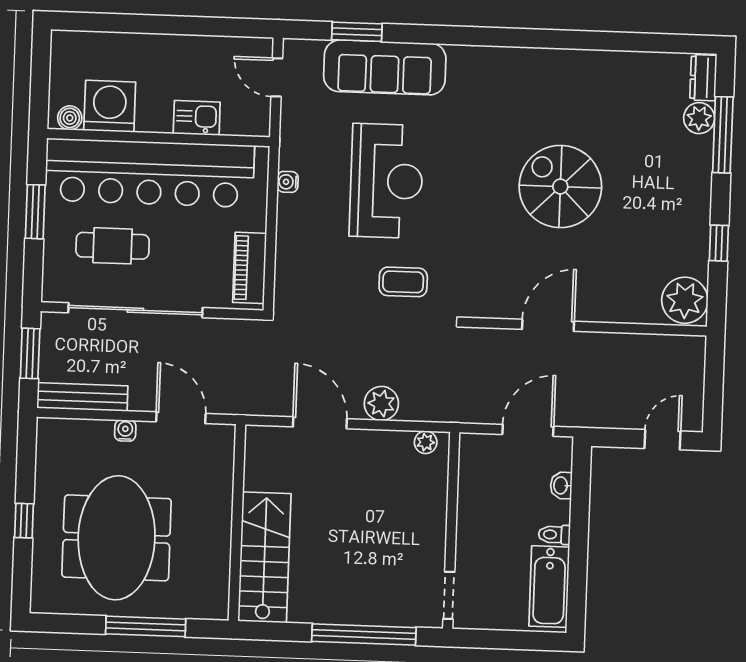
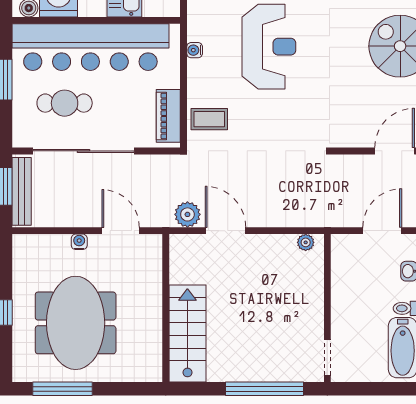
coffee table: (403, 282) -> (209, 119), moved
bench: (82, 397) -> (22, 191), moved, turned 90
plant: (381, 403) -> (187, 214), moved
window: (146, 626) -> (63, 389), moved

